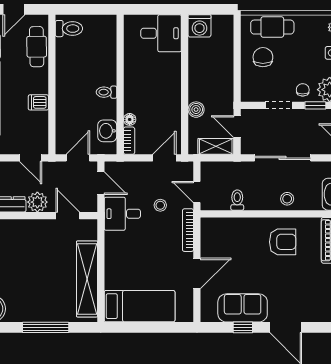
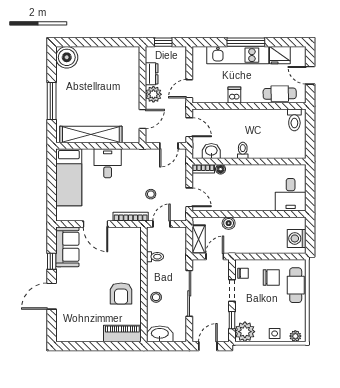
washing machine: (199, 26) -> (297, 238), moved
chair: (303, 90) -> (243, 273), moved
desk: (122, 214) -> (108, 163), moved
sofa: (243, 308) -> (67, 247), moved

